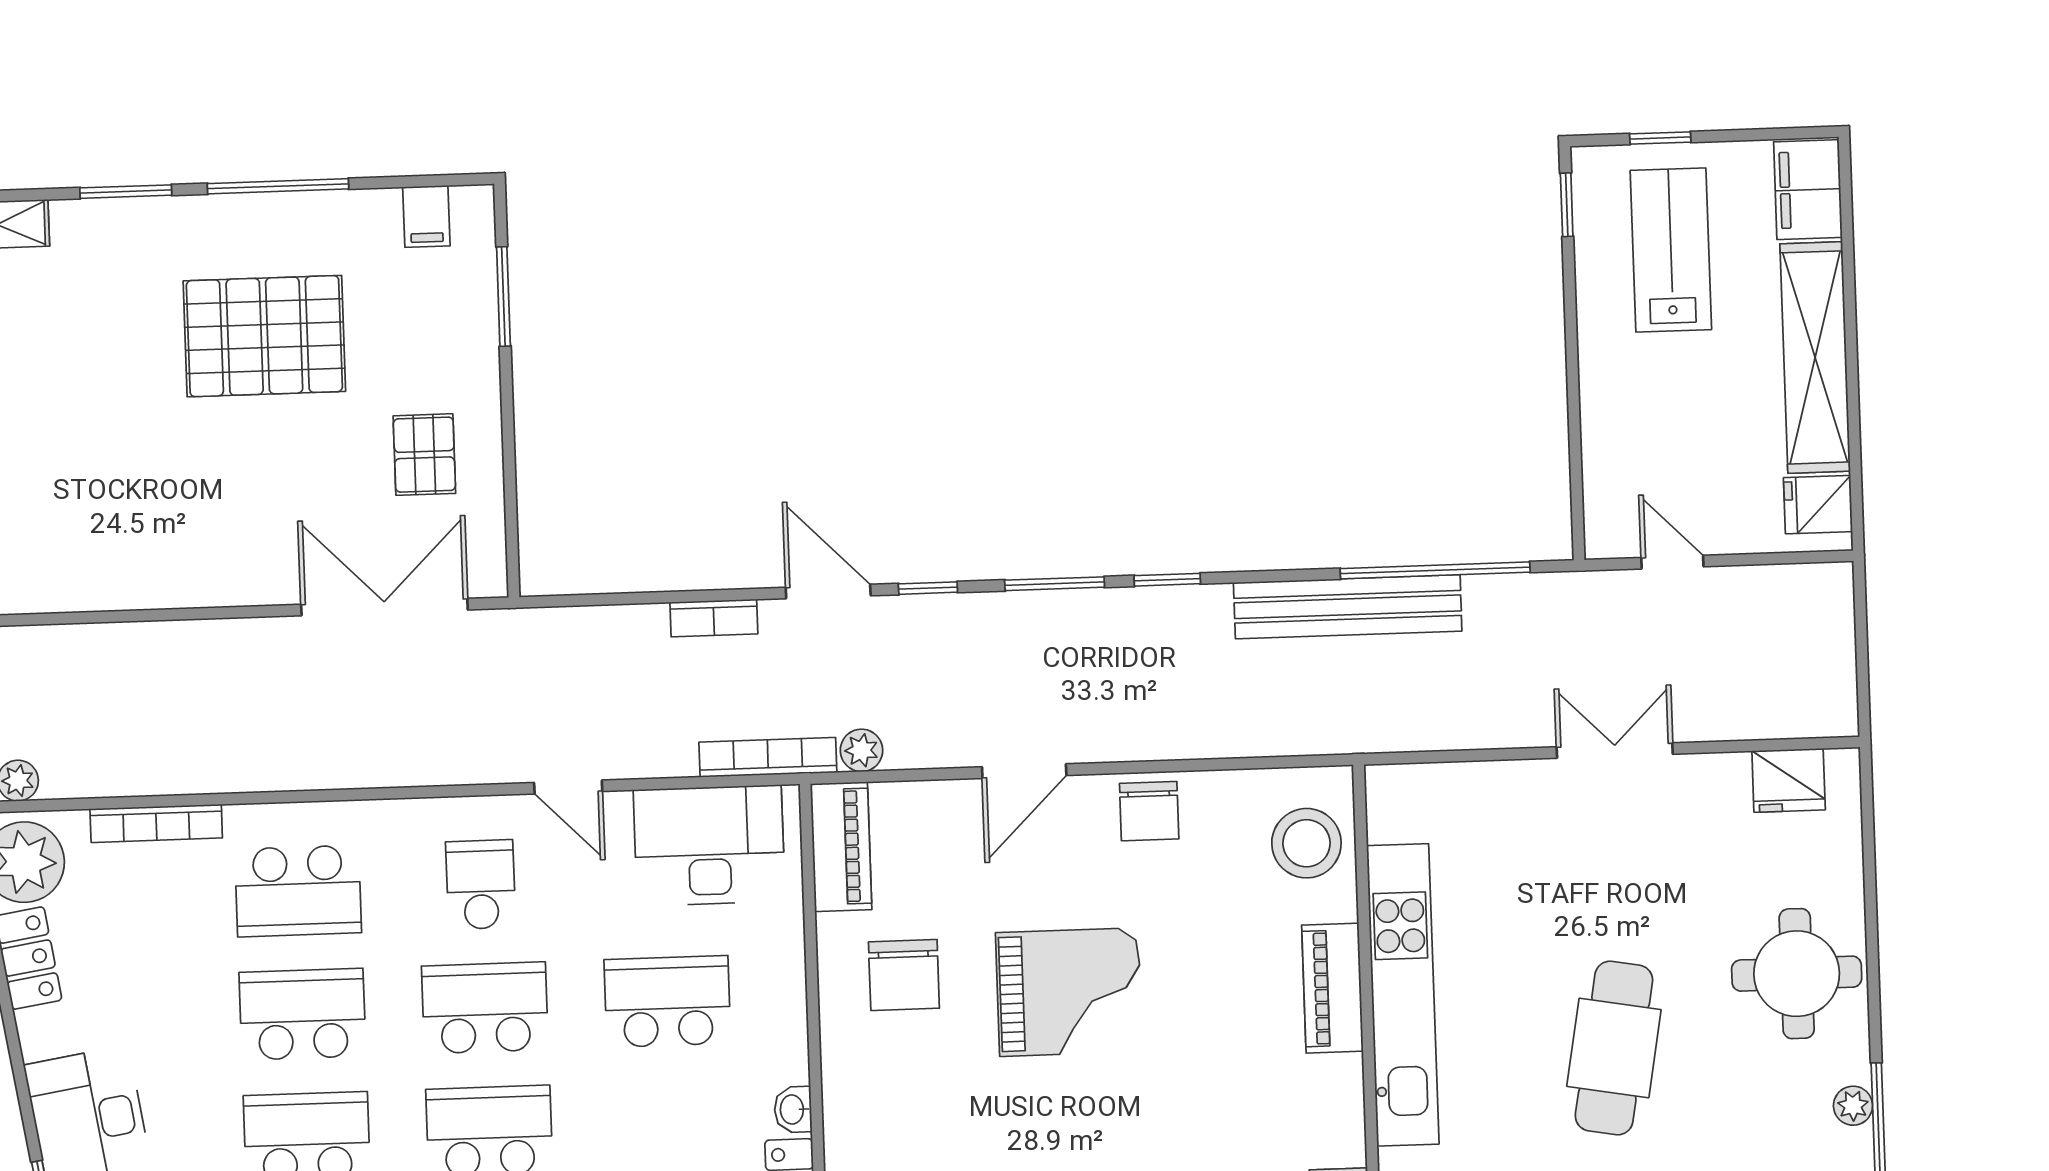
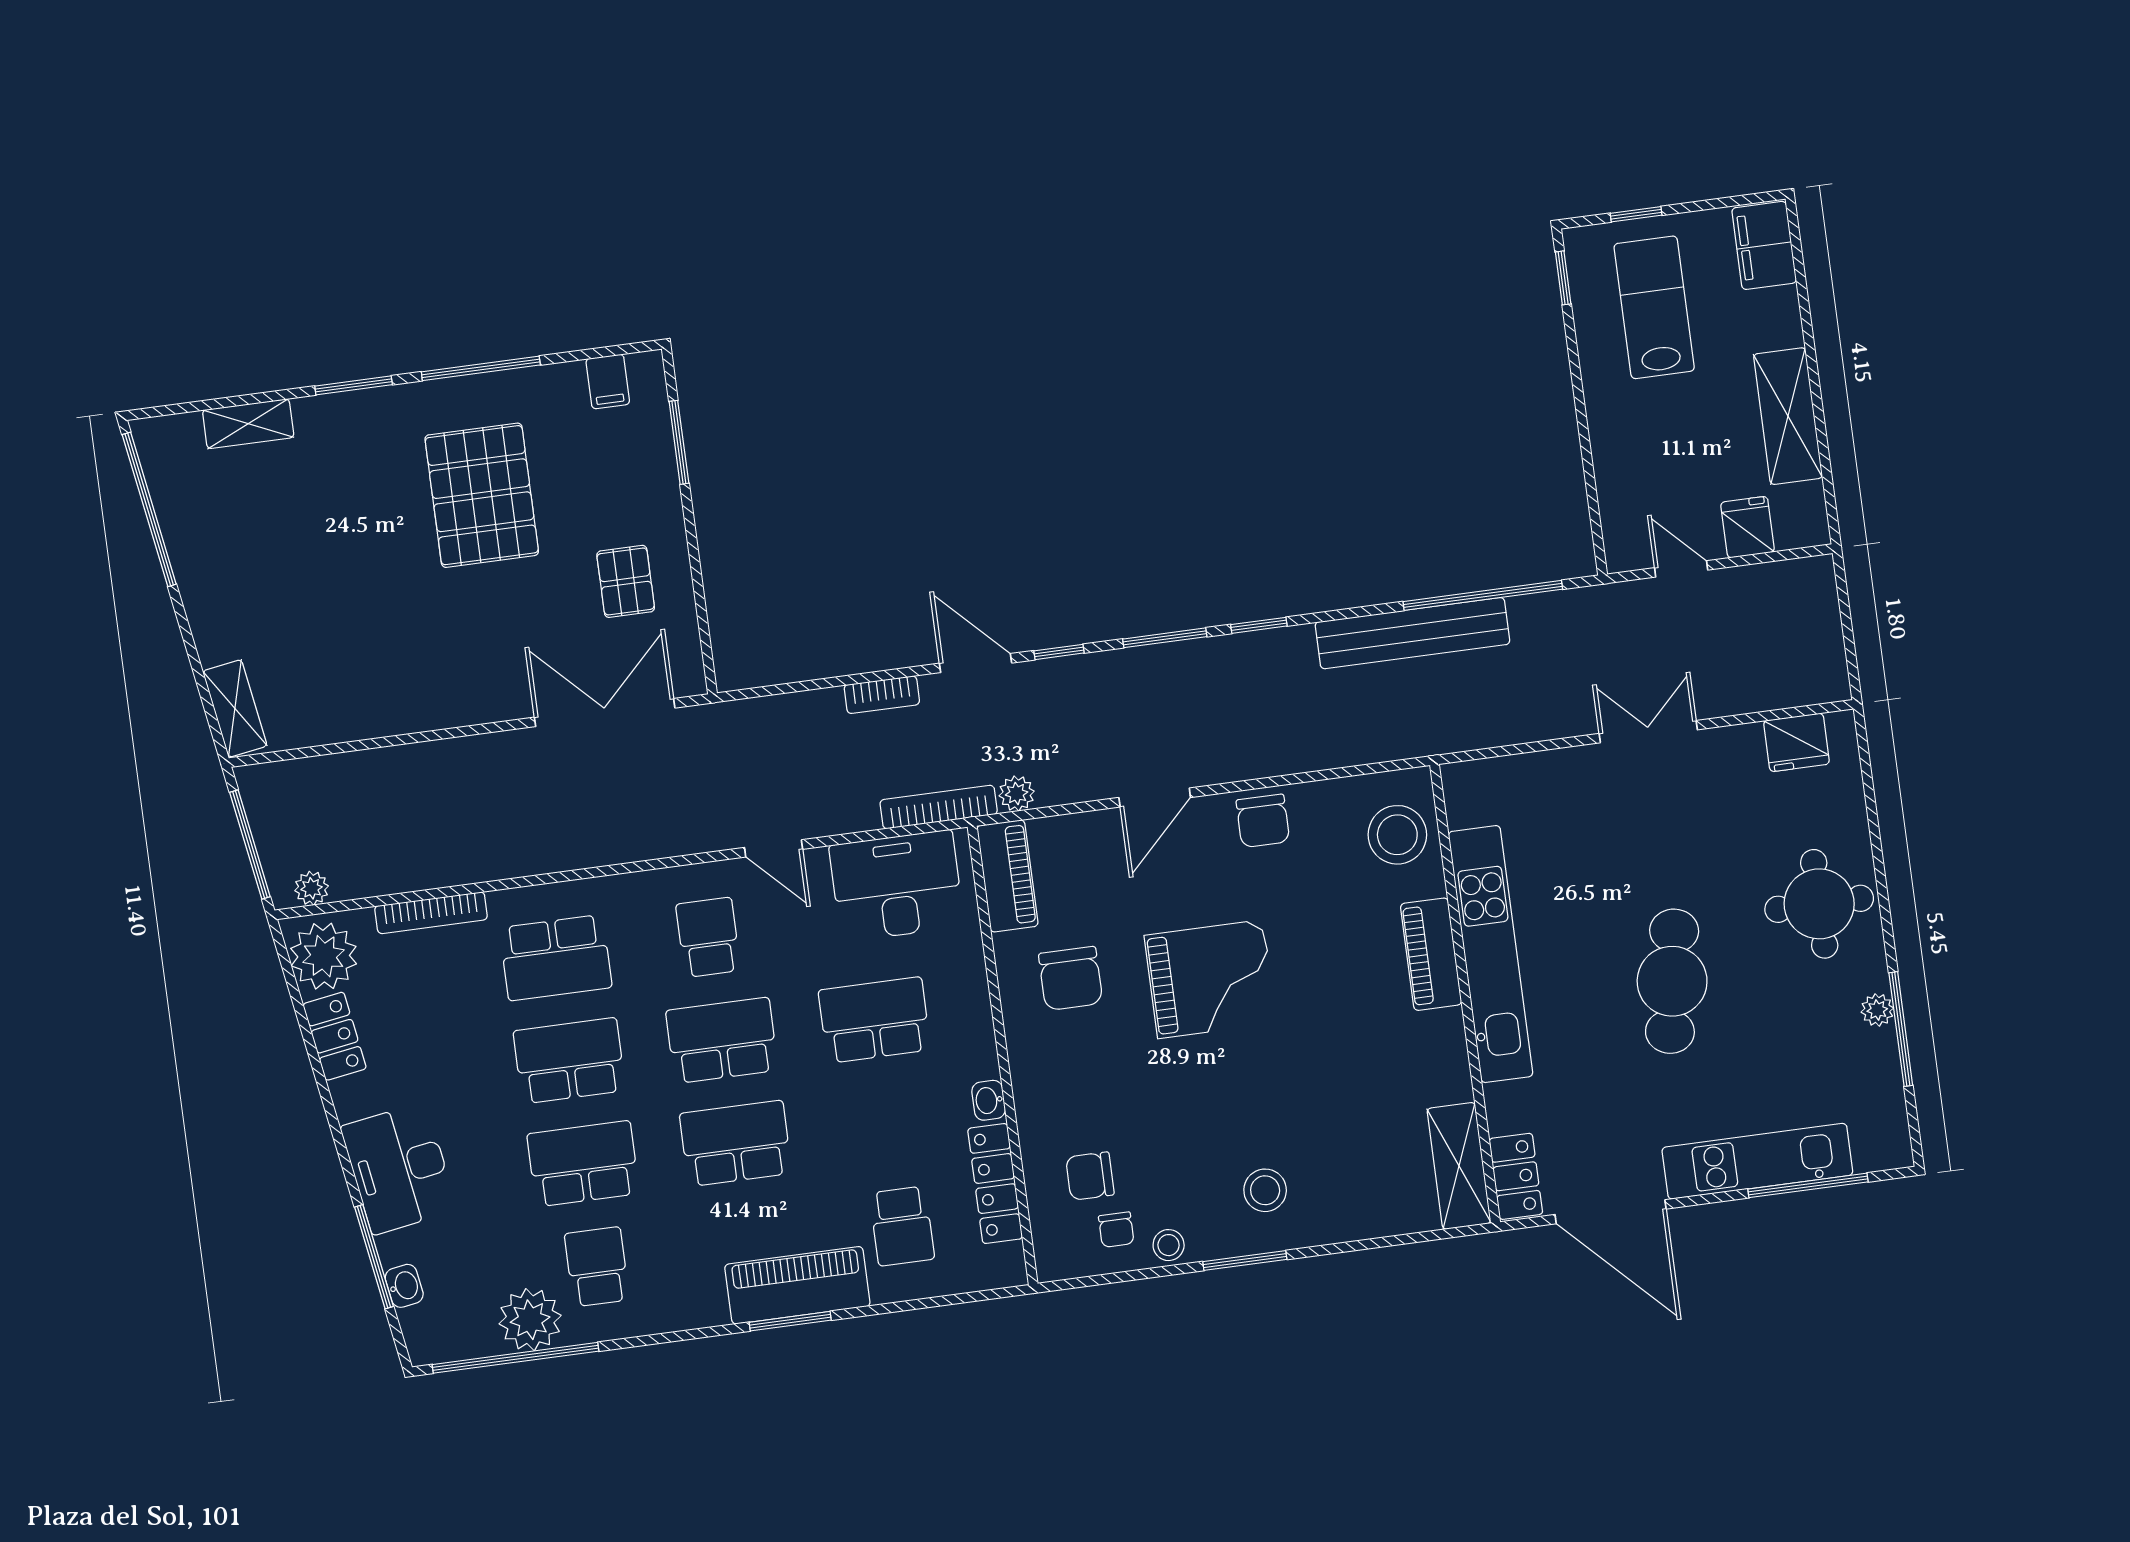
pallet: (264, 336) -> (482, 495), turned 90
shelving: (1815, 357) -> (1788, 416), width x0.68
fridge: (1818, 505) -> (1748, 527), moved, turned 90

